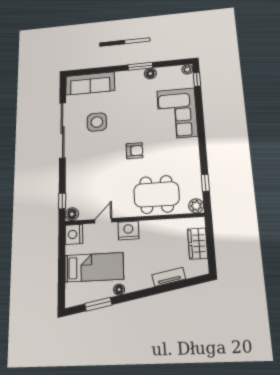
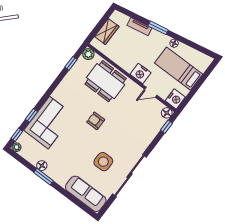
window: (199, 106) -> (31, 115), added
window: (98, 304) -> (158, 28), moved

